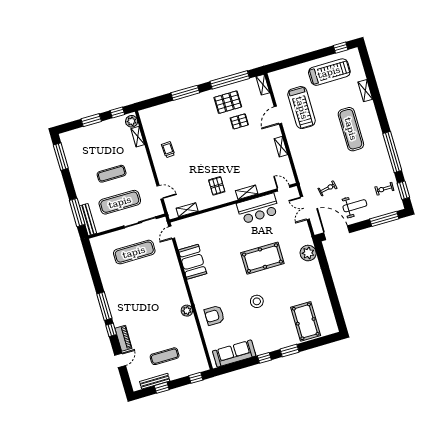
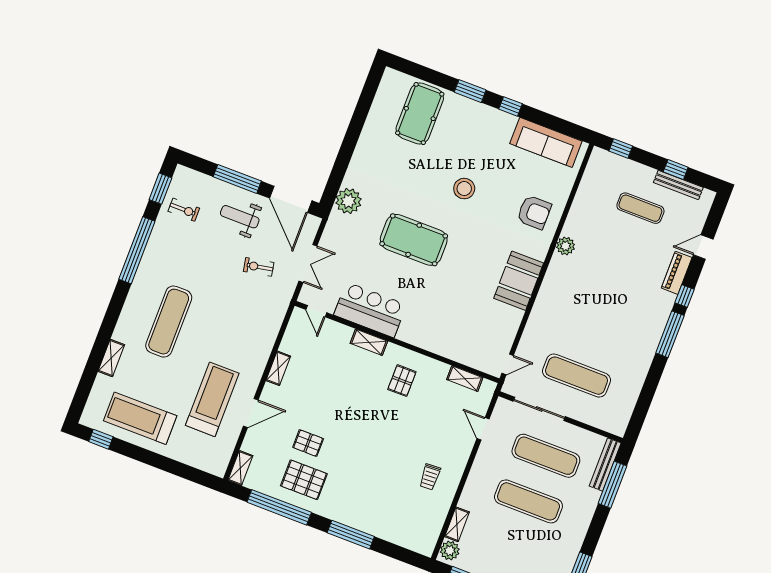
exercise mat: (112, 174) -> (528, 501), width x1.36, depth x1.45
window: (384, 219) -> (237, 179), moved
booth: (193, 262) -> (519, 281), moved

